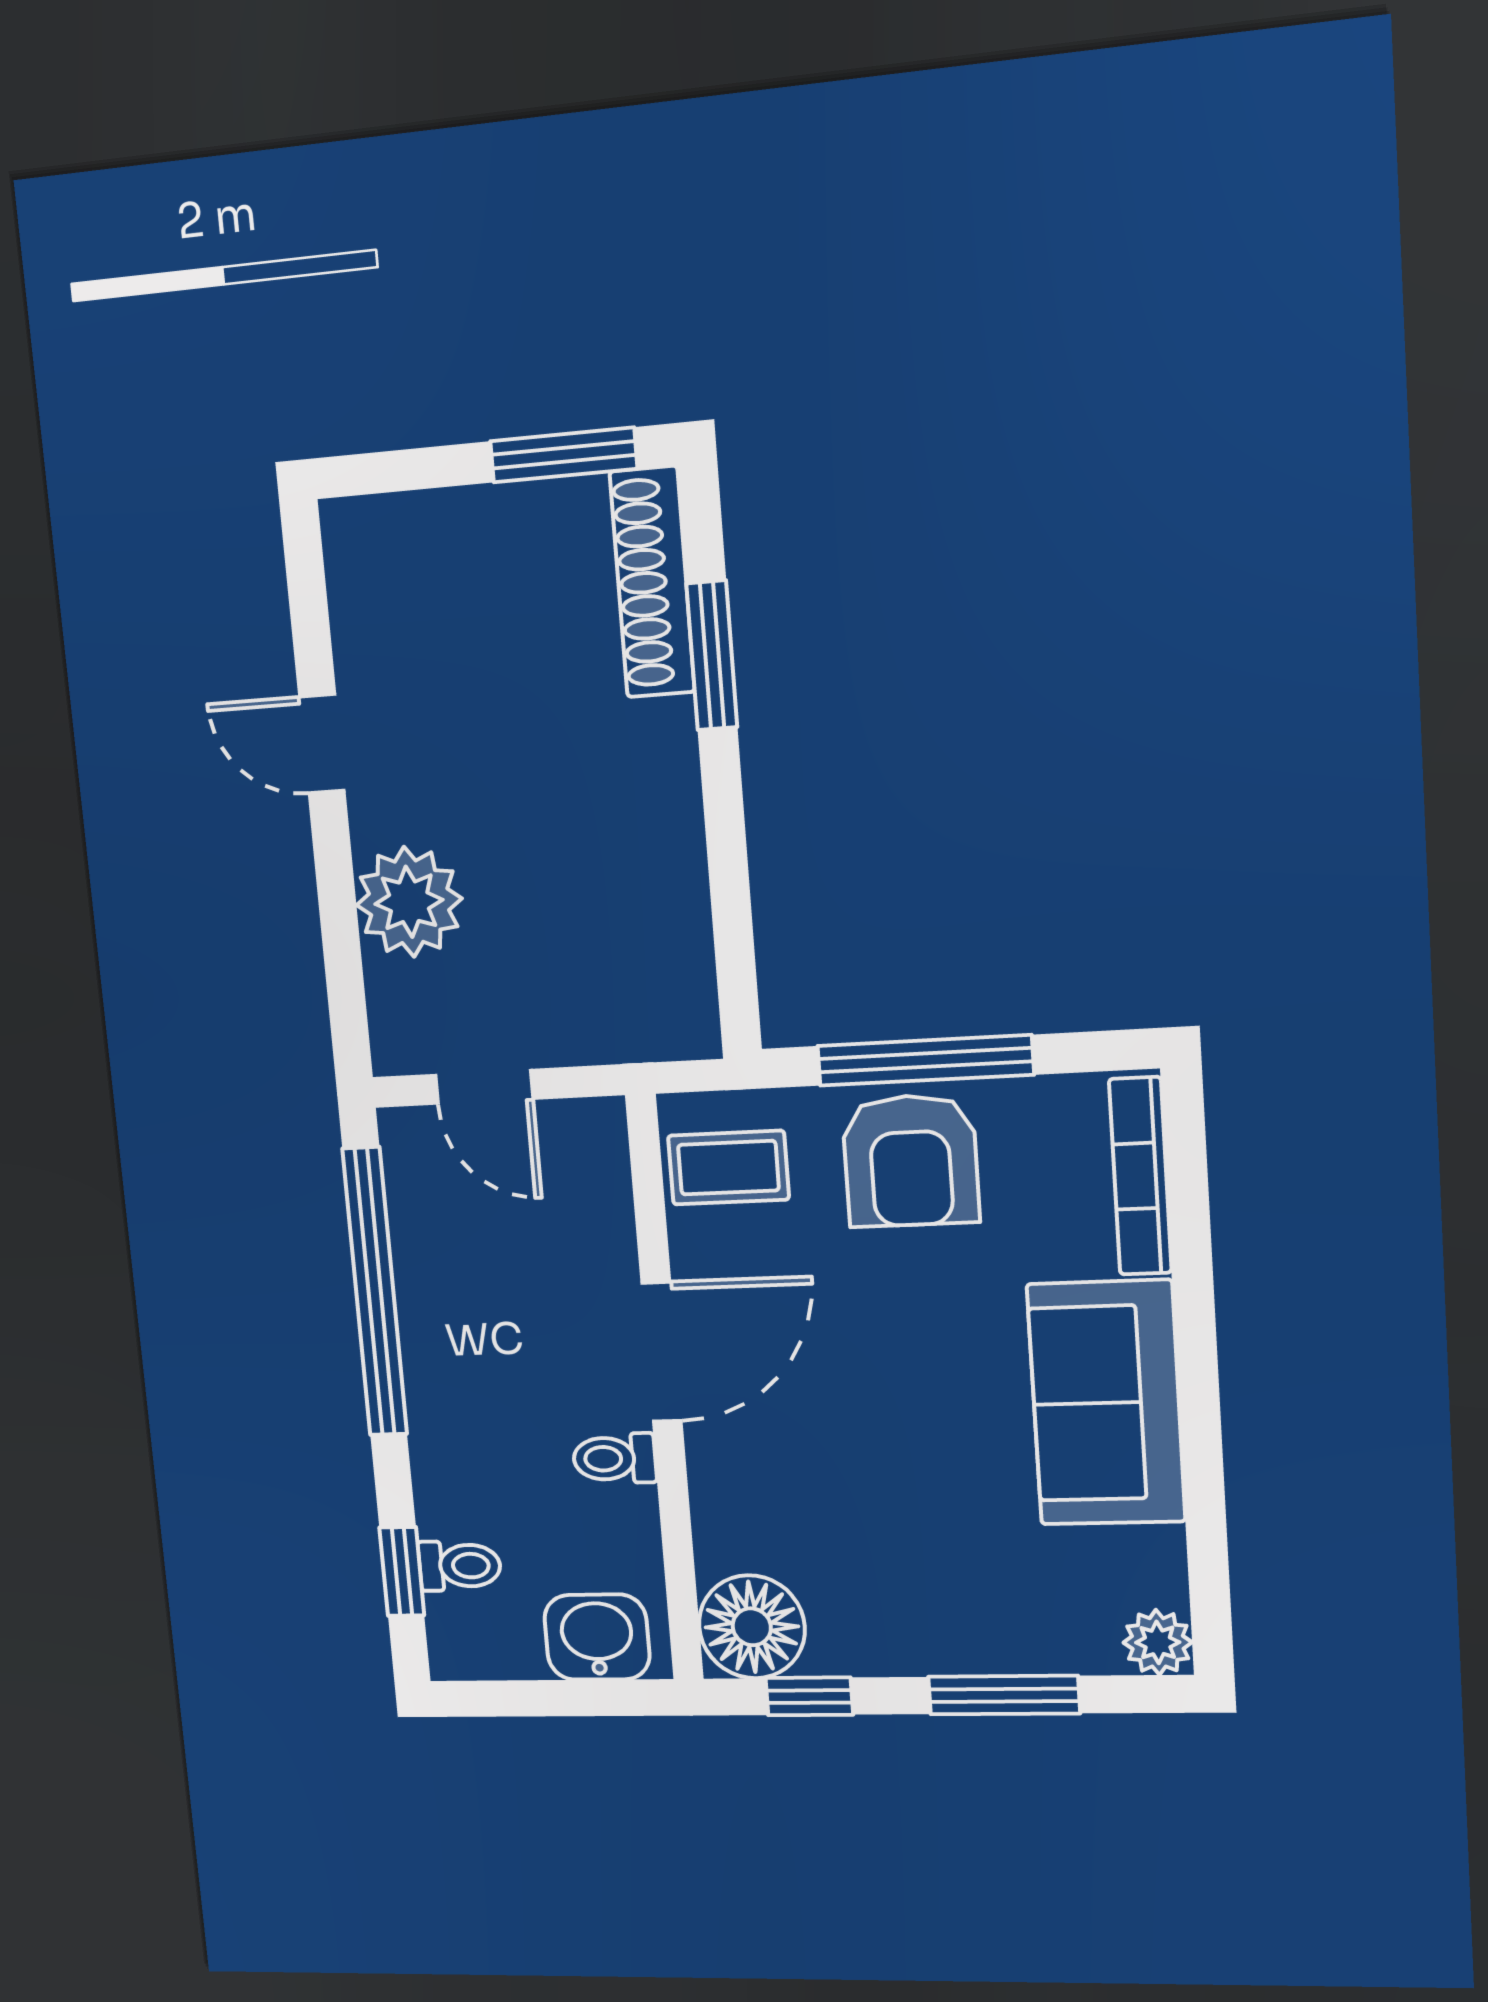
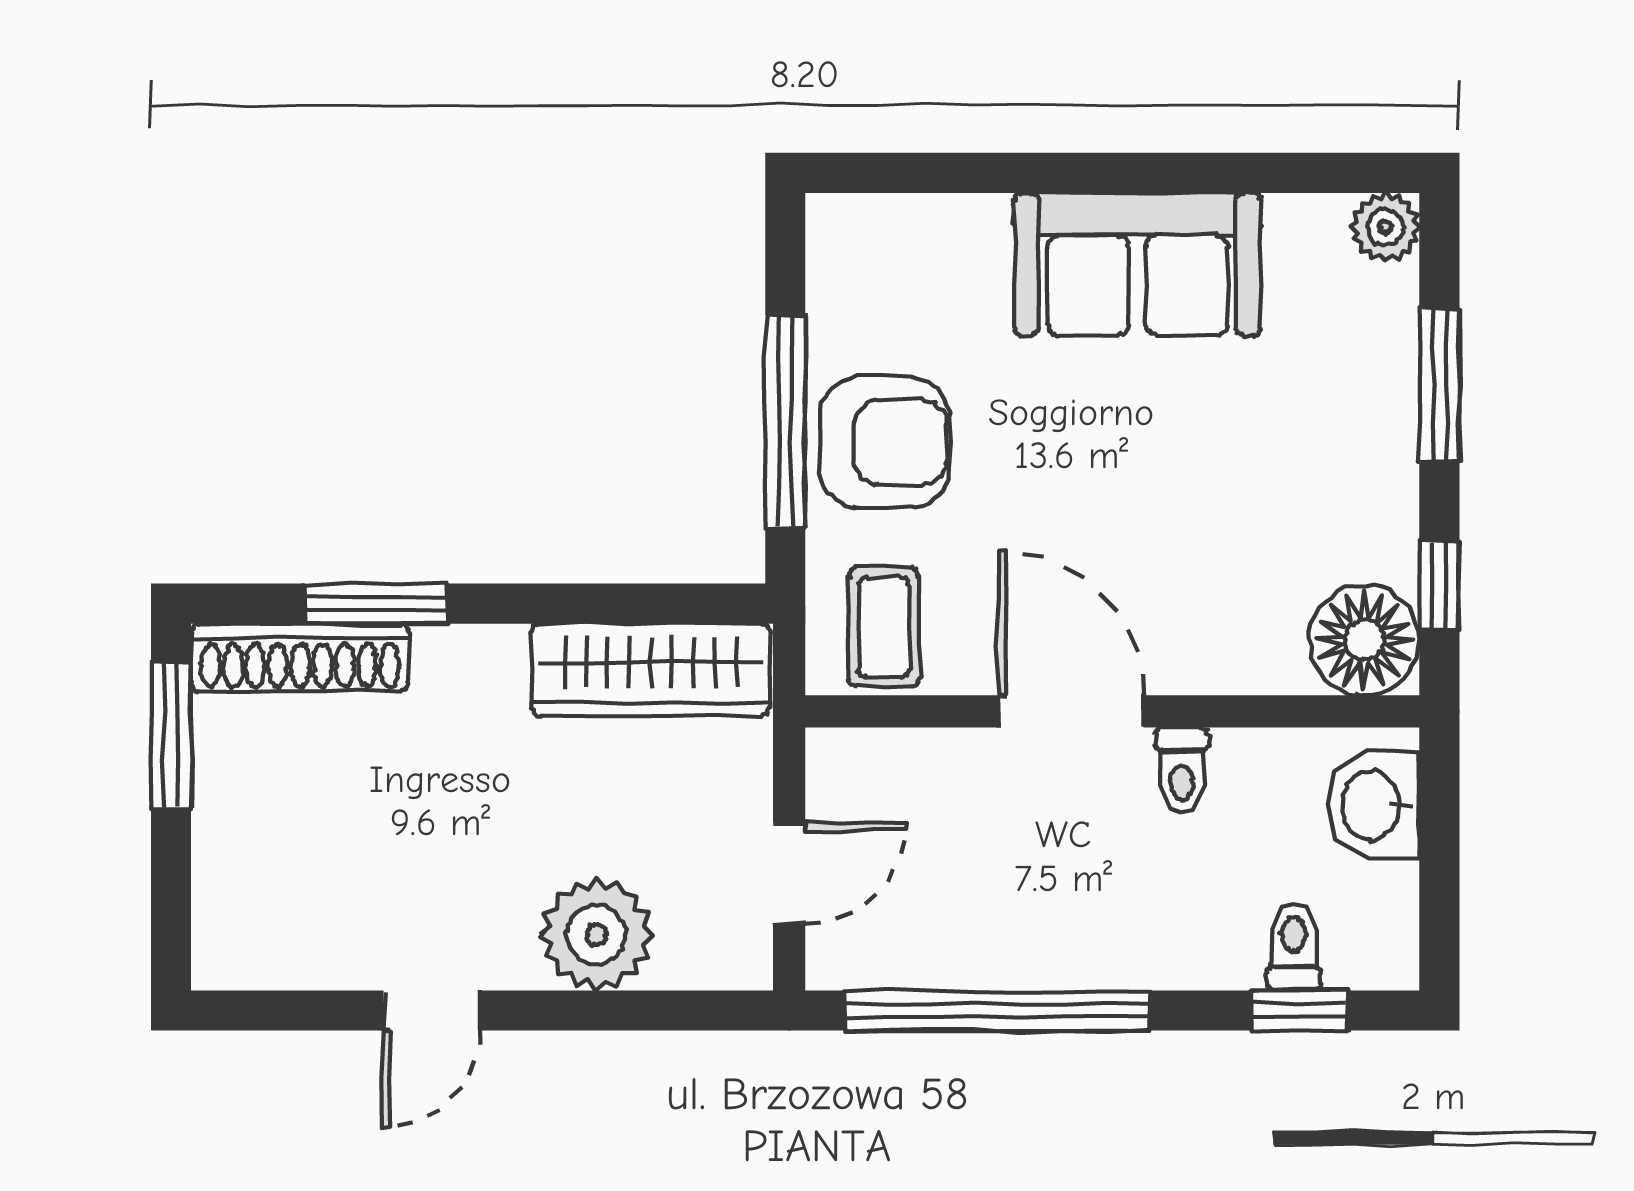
wardrobe: (669, 939) -> (651, 670), added
bookcase: (1140, 1176) -> (910, 218), removed

